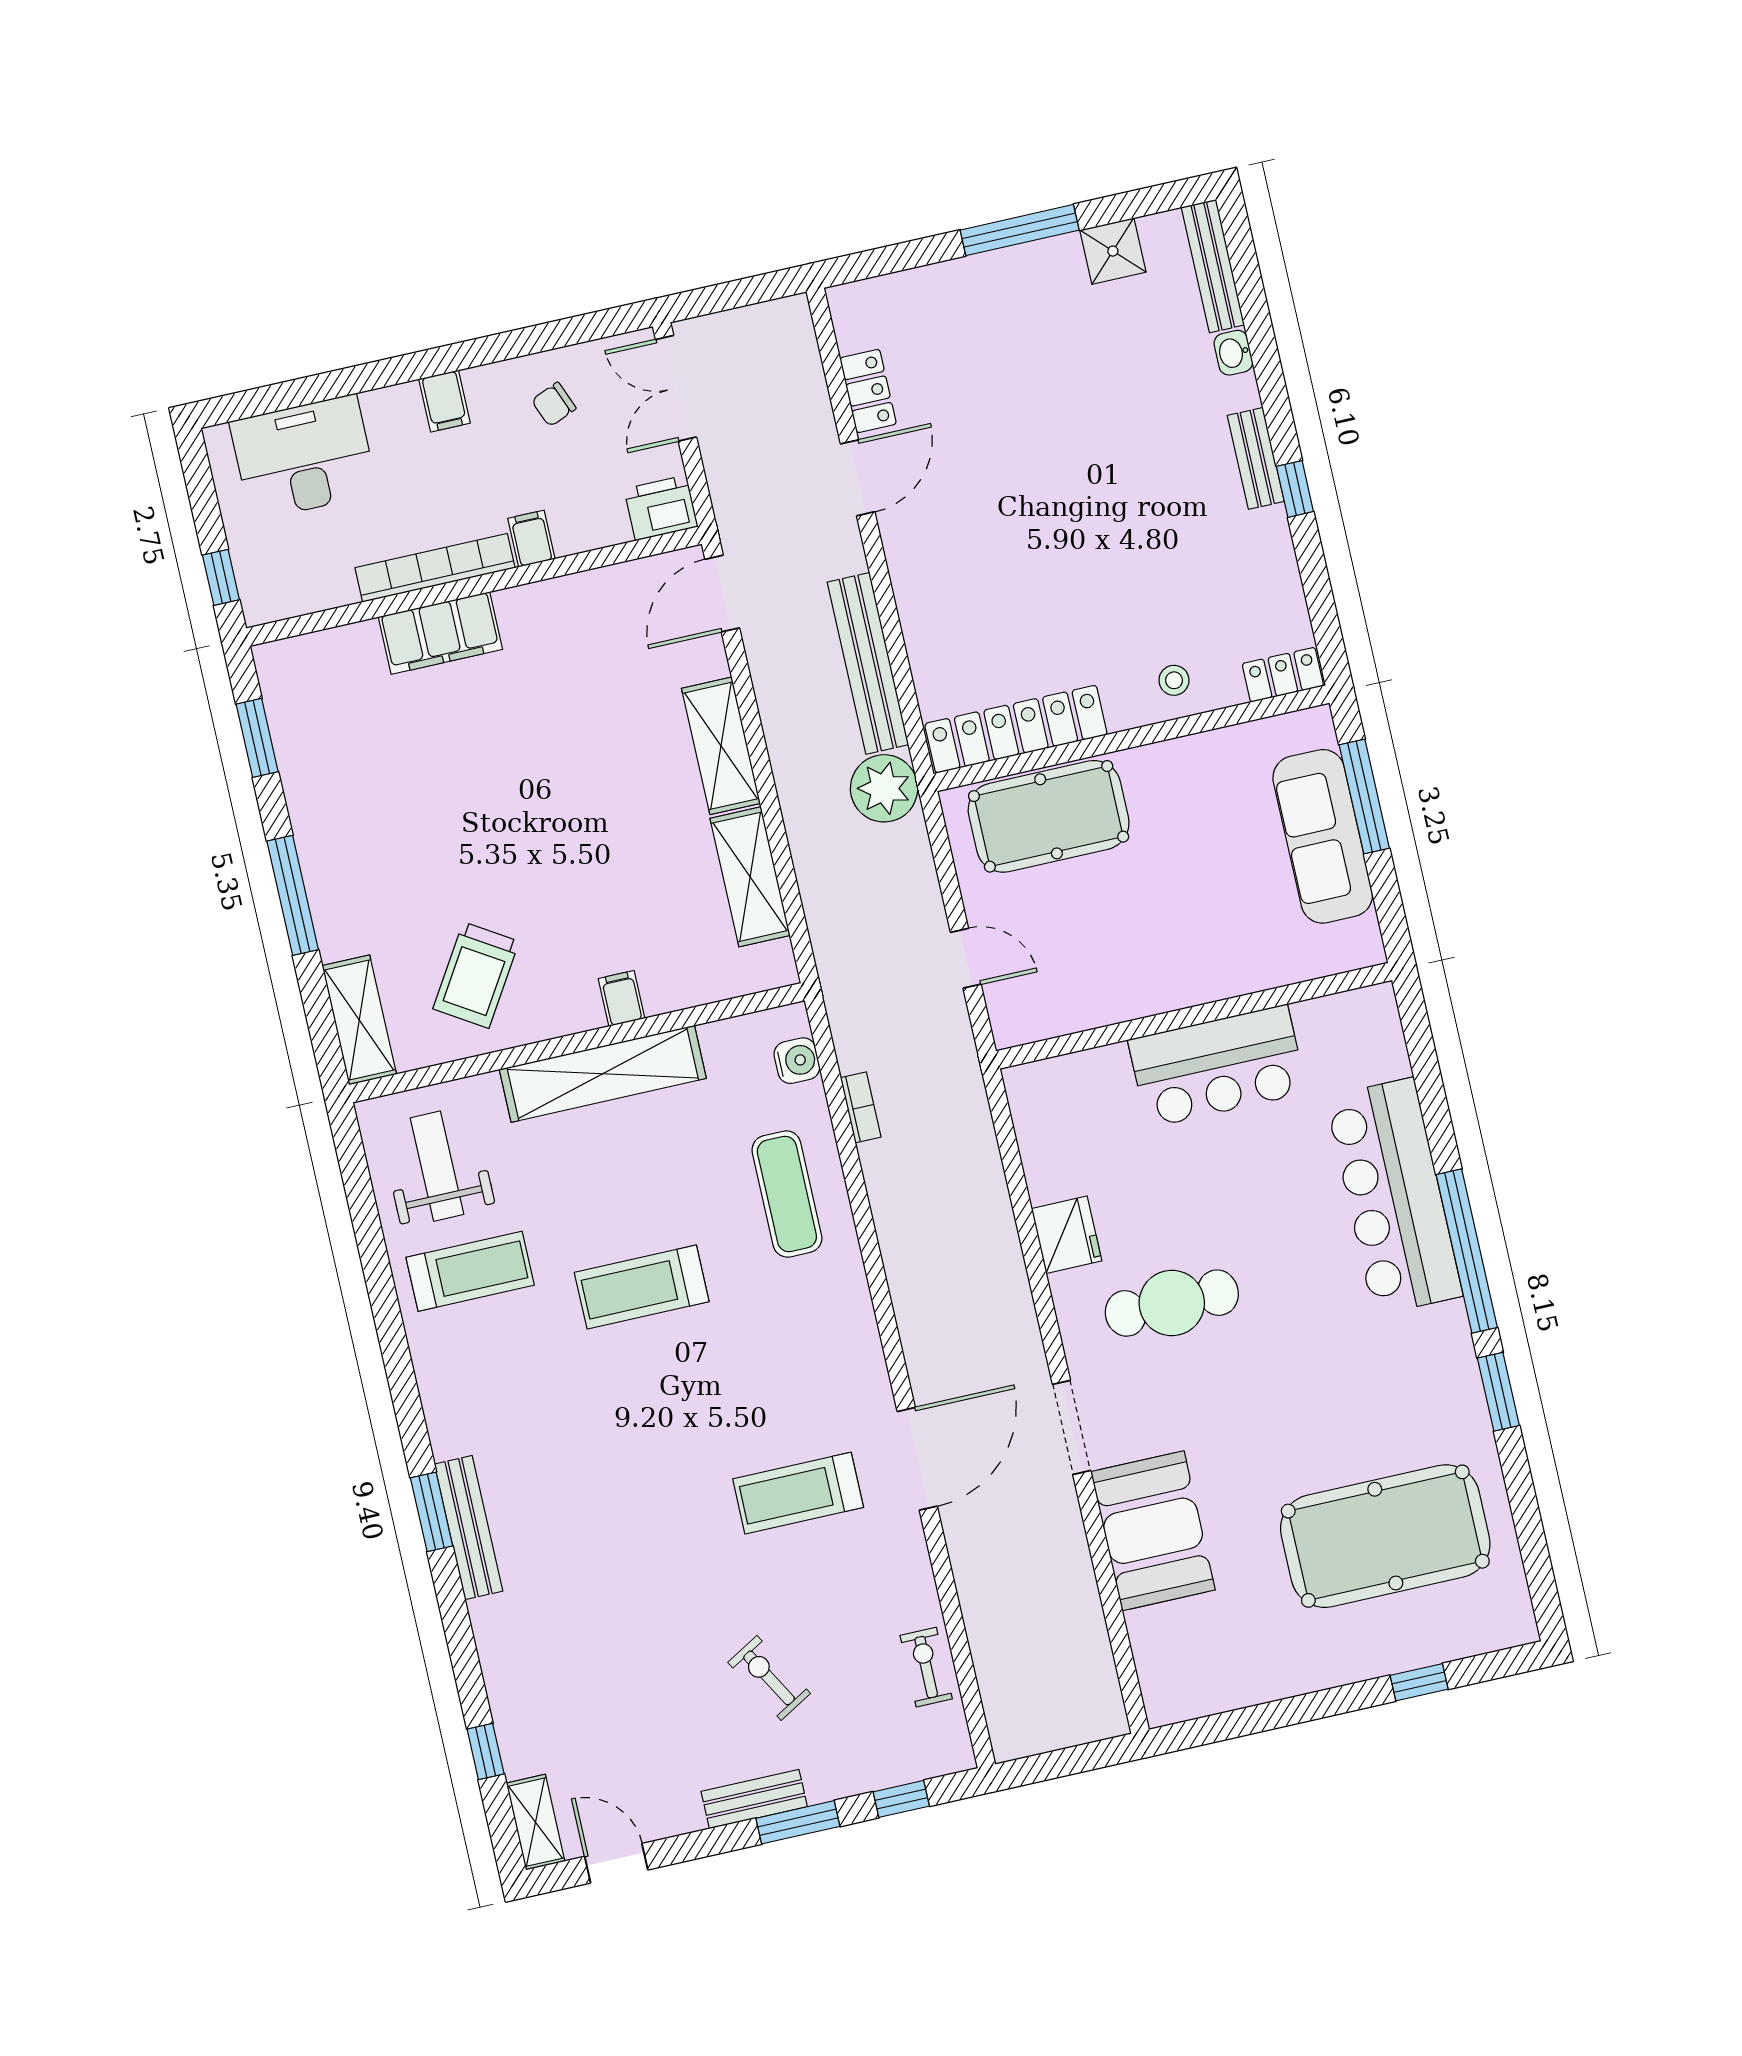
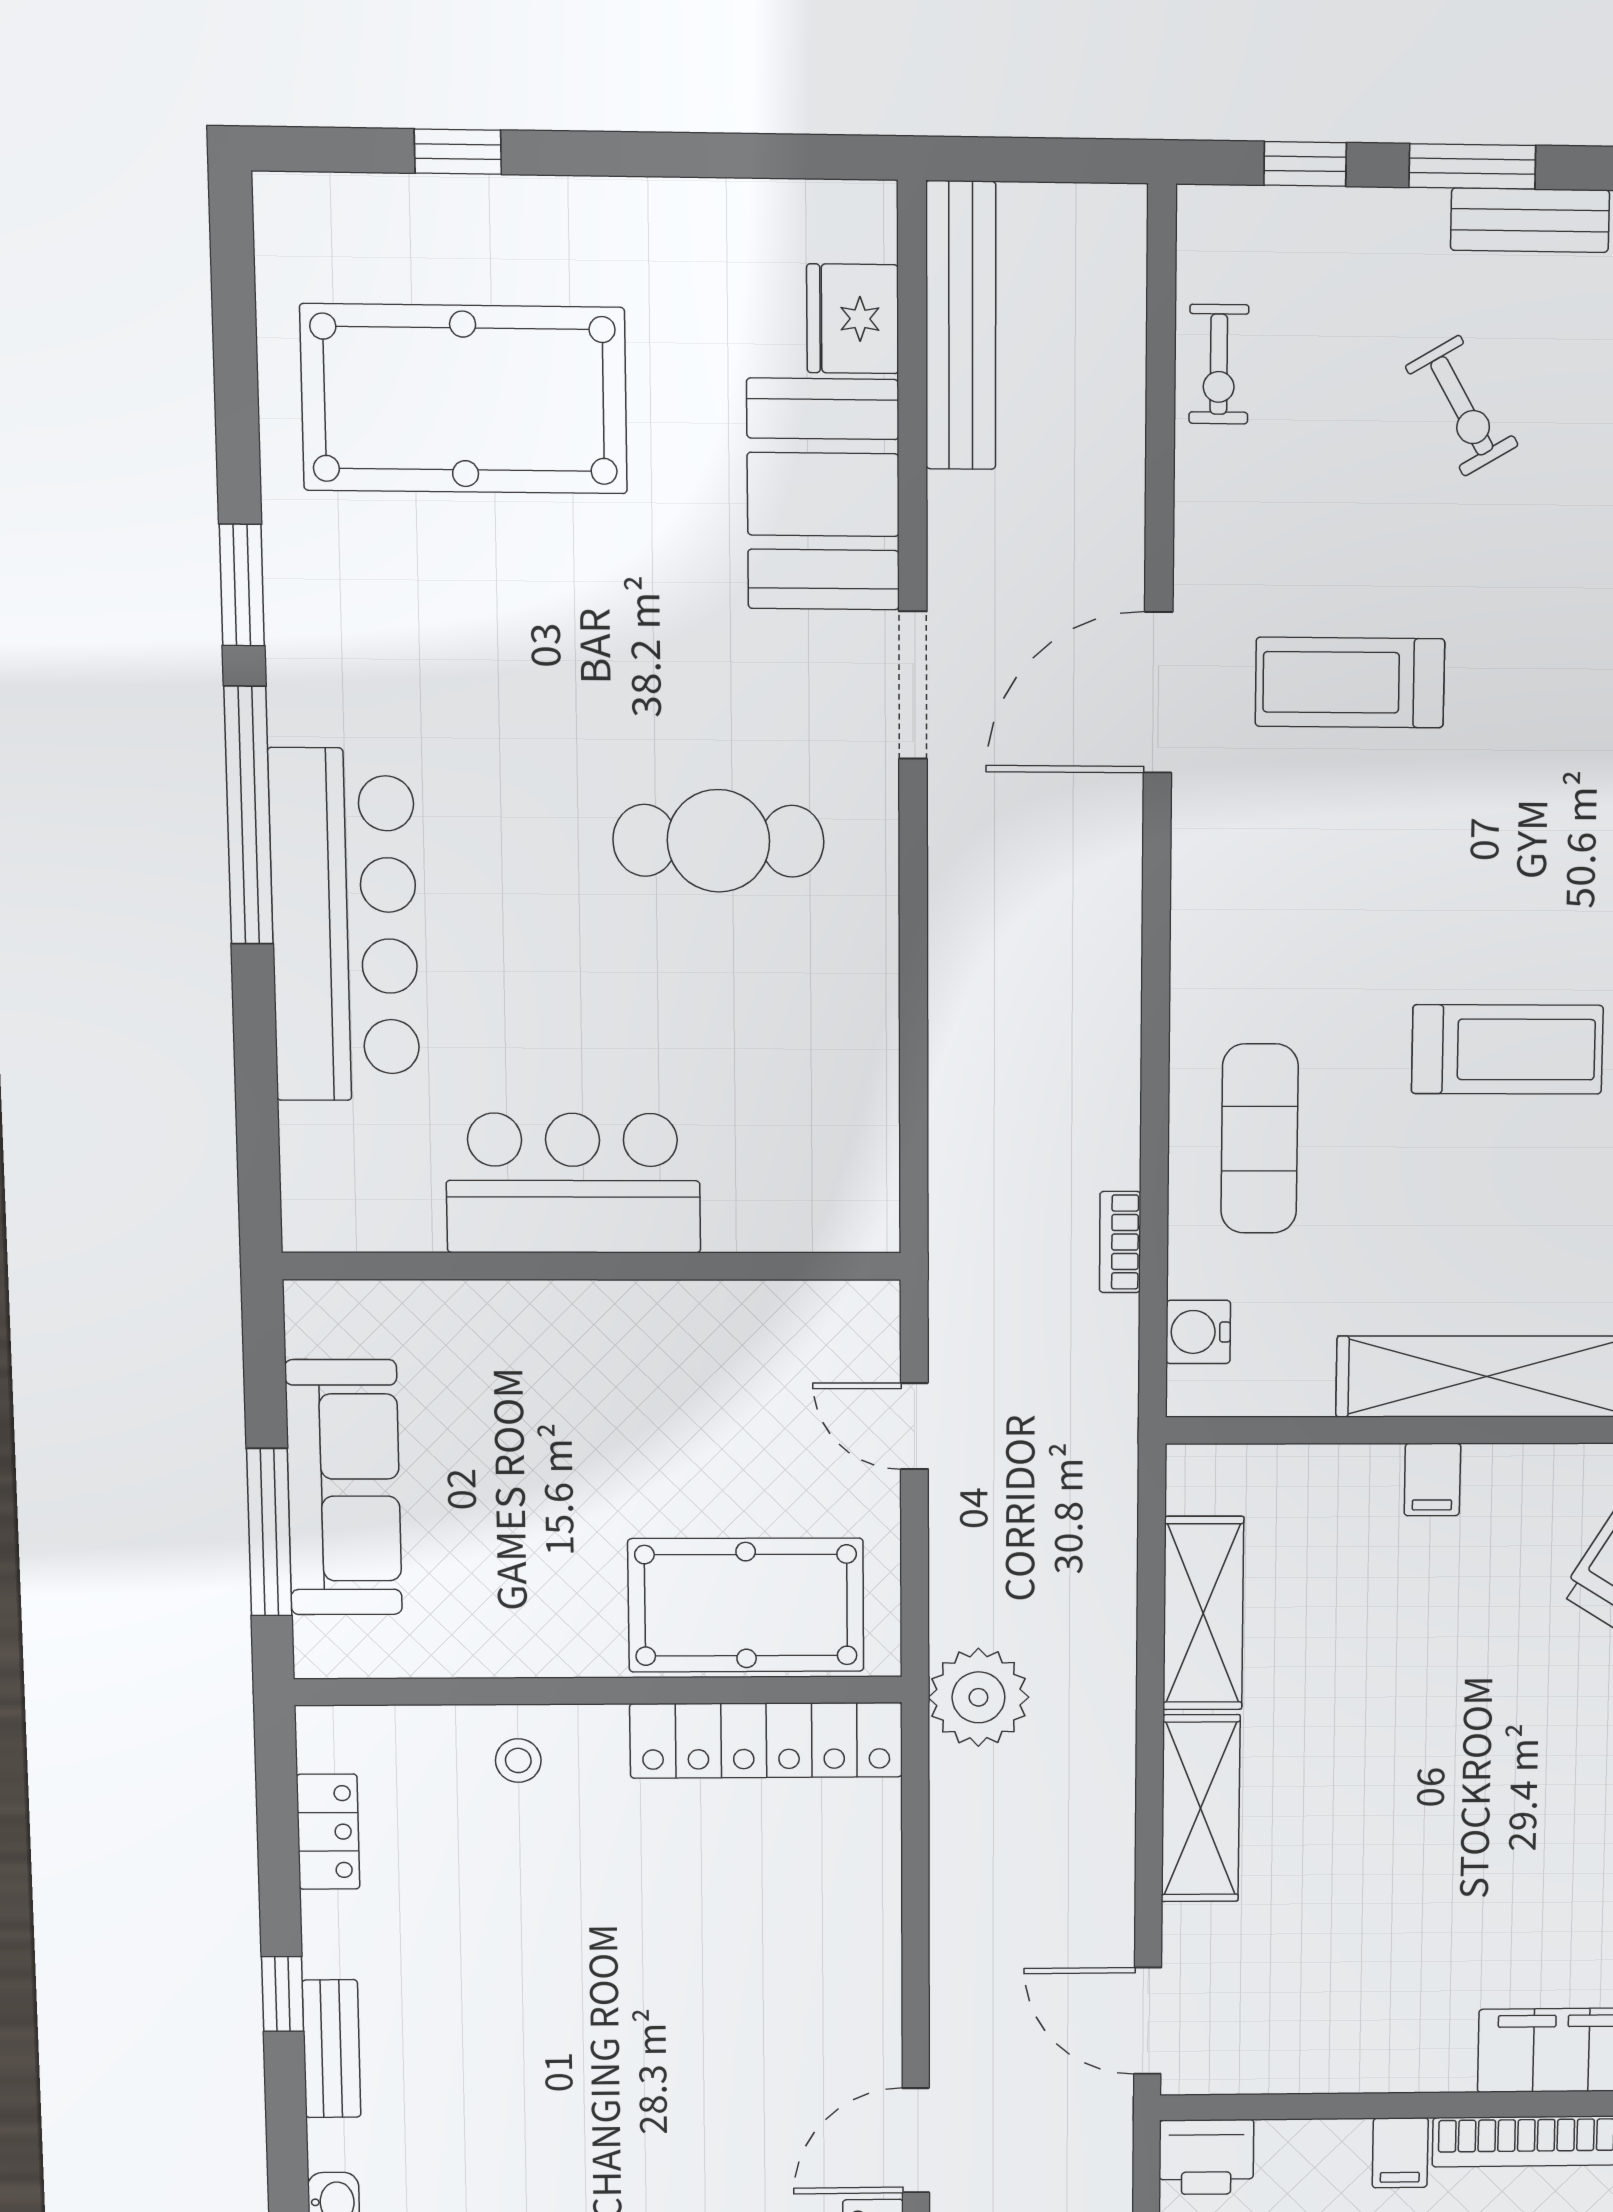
door: (722, 594) -> (1148, 2021), swing flipped
bench: (868, 663) -> (961, 326), moved
locker: (1283, 675) -> (328, 1832), moved, turned -90
fridge: (1067, 1235) -> (853, 319), moved
treadmill: (798, 1493) -> (1350, 682), turned 180

